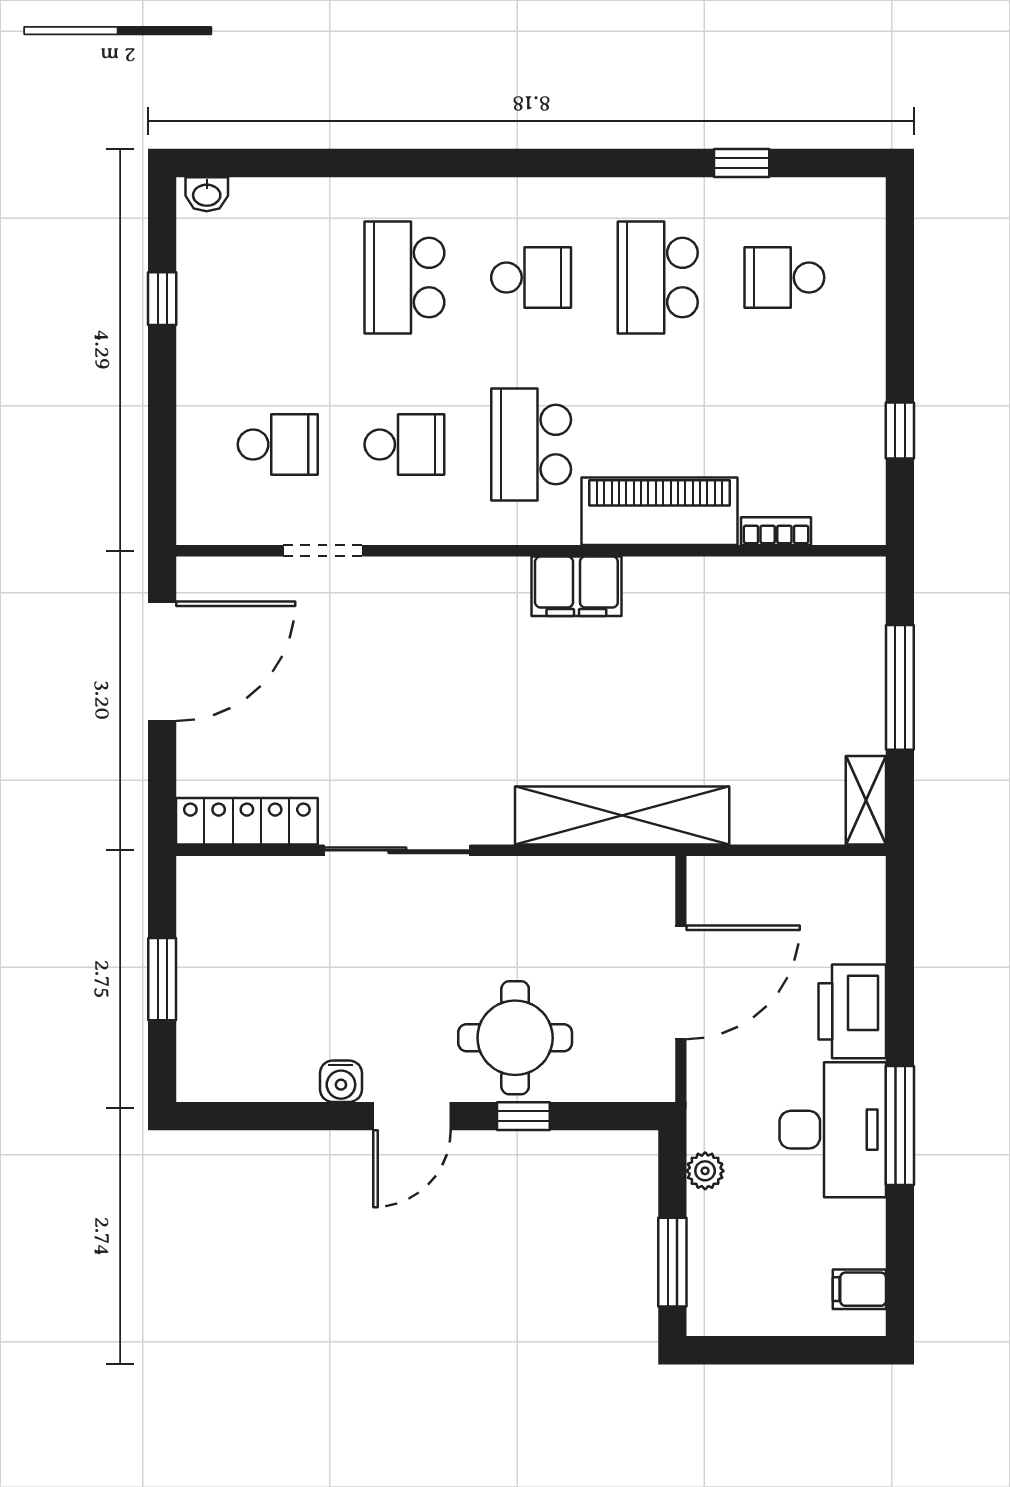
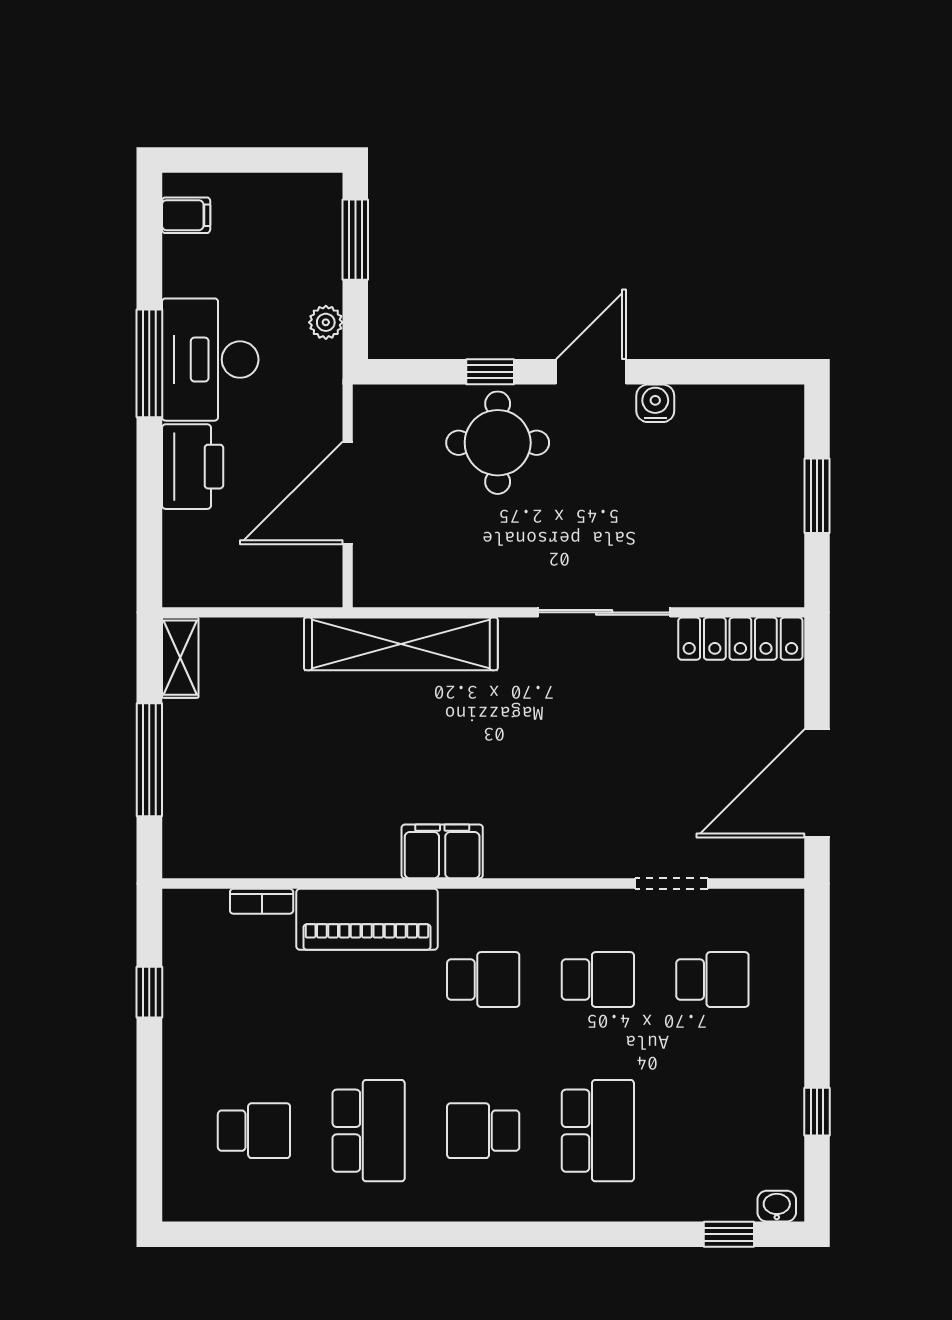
window: (742, 163) -> (729, 1234), moved
school desk: (278, 445) -> (712, 980), turned 180
school desk: (404, 445) -> (598, 980), turned 180
school desk: (531, 445) -> (483, 980), width x0.54

